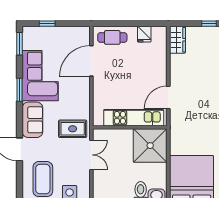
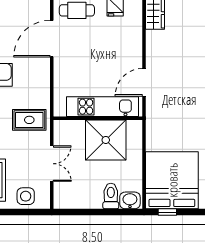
shower: (150, 146) -> (106, 140), moved
double door: (91, 155) -> (52, 164), moved

